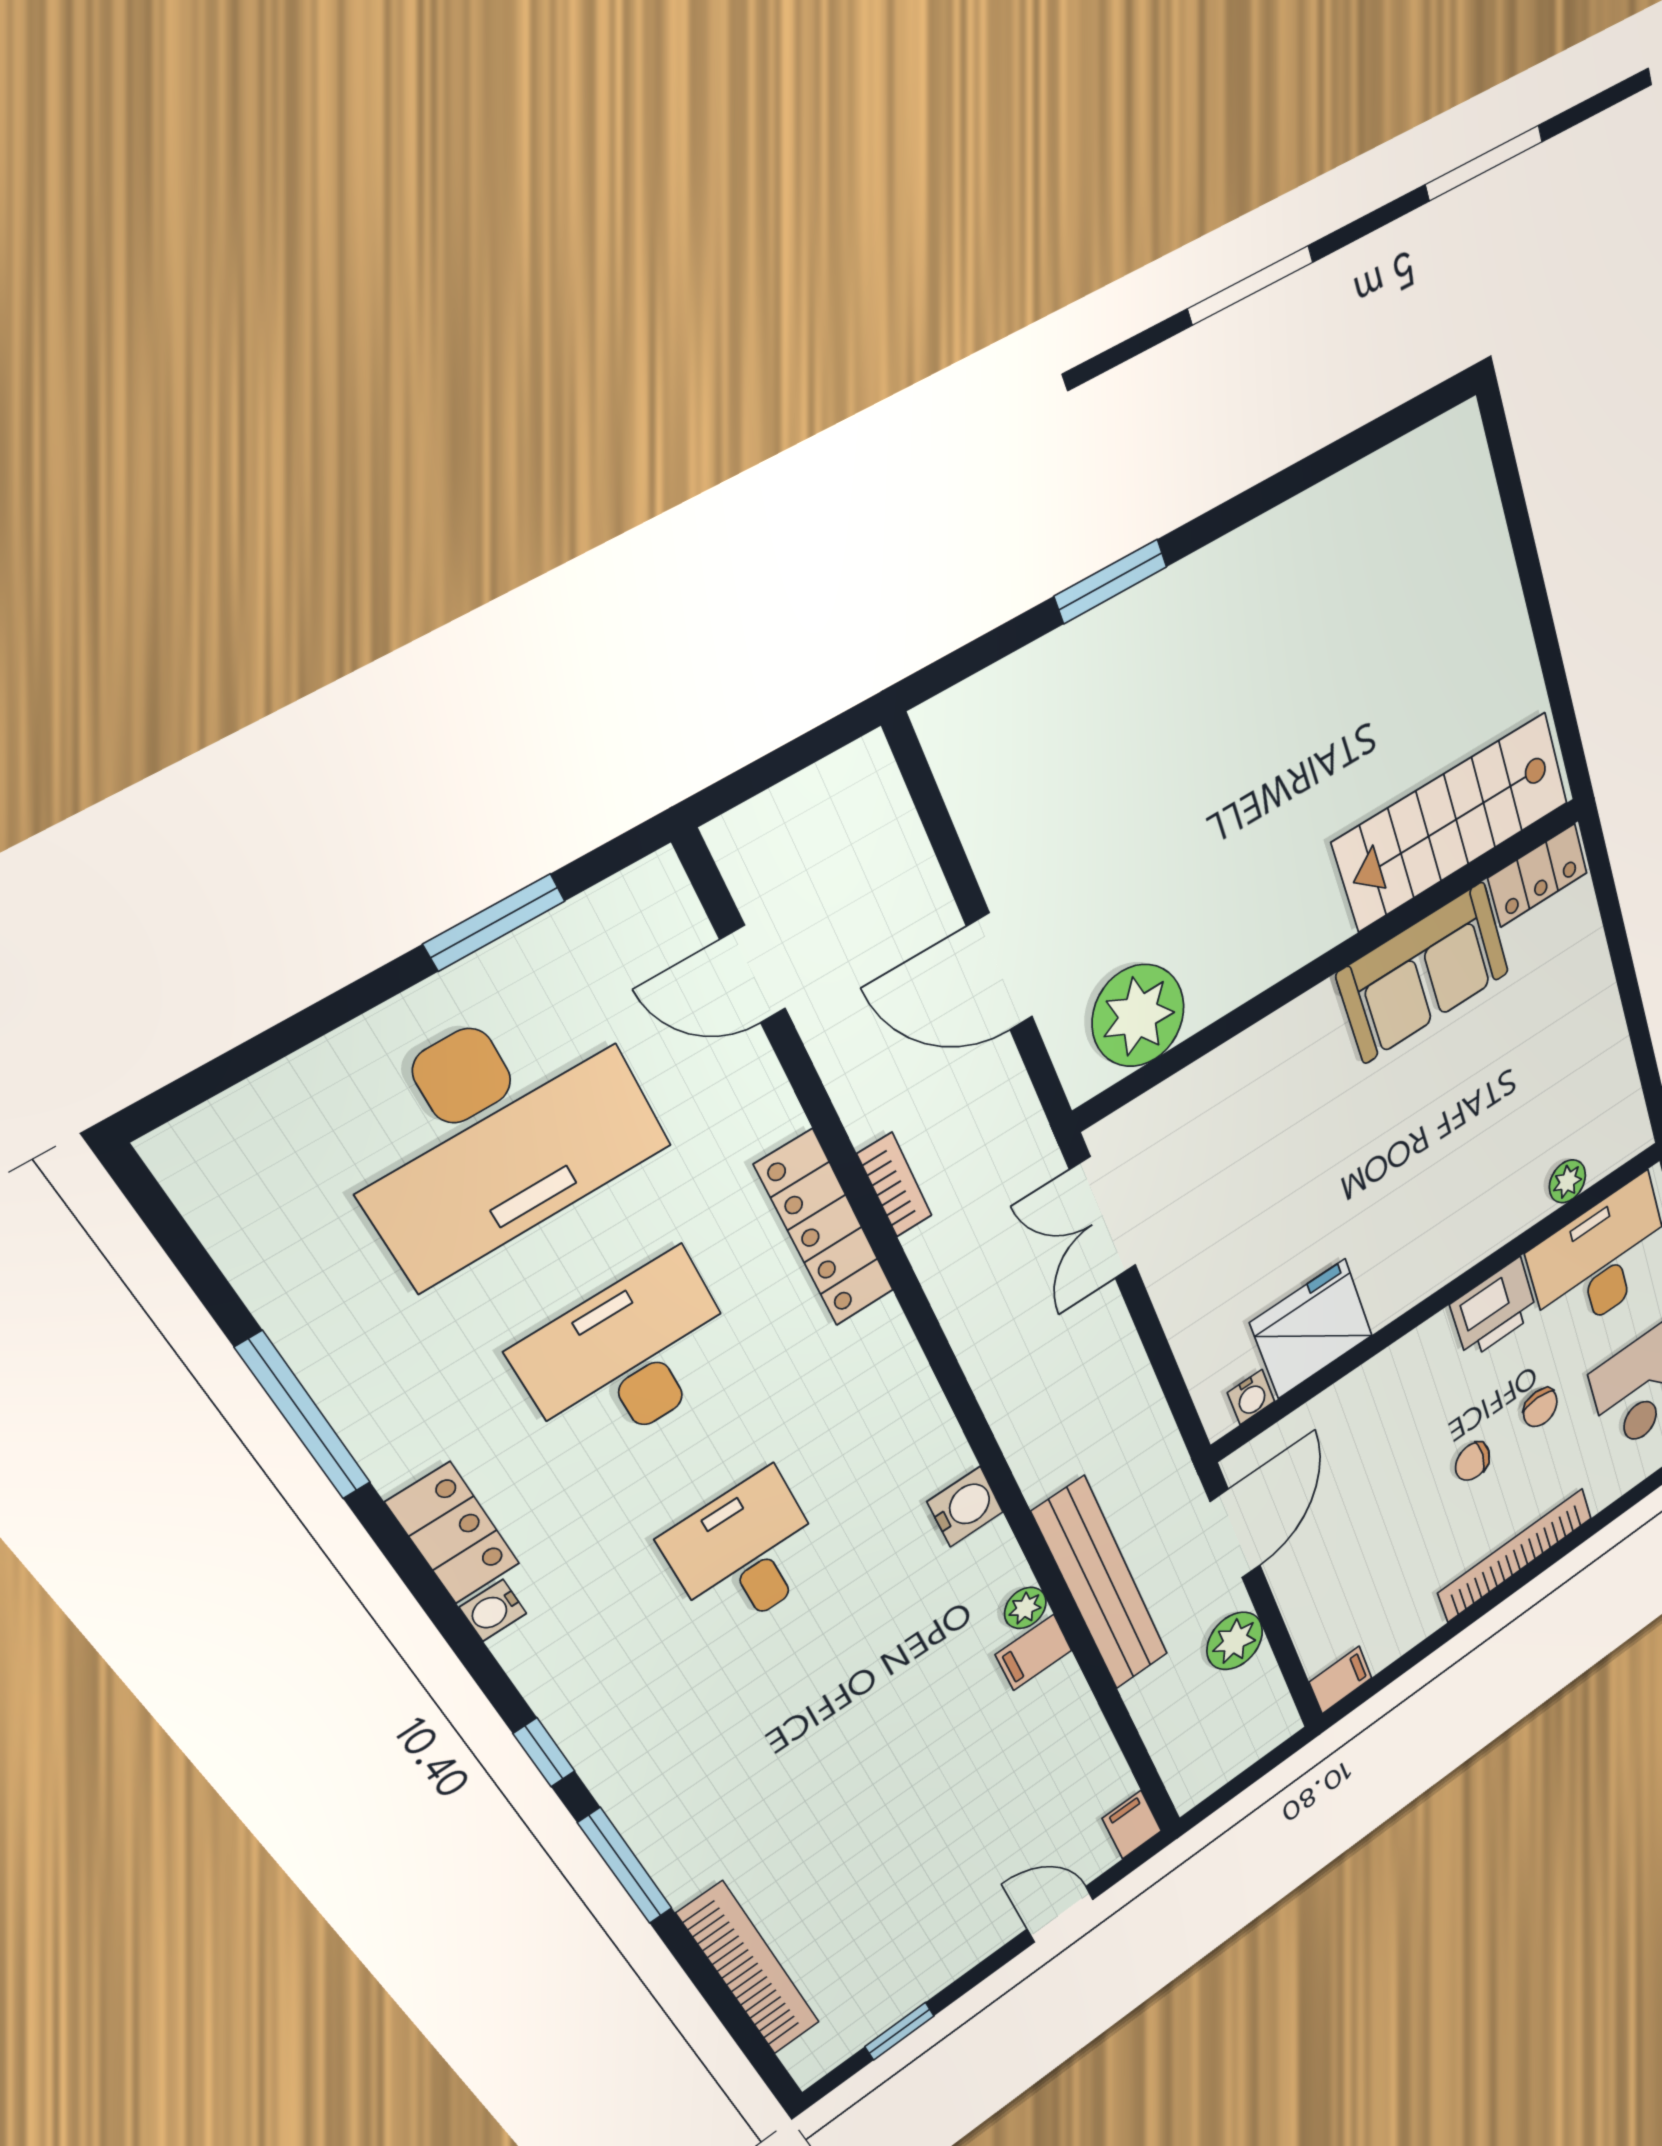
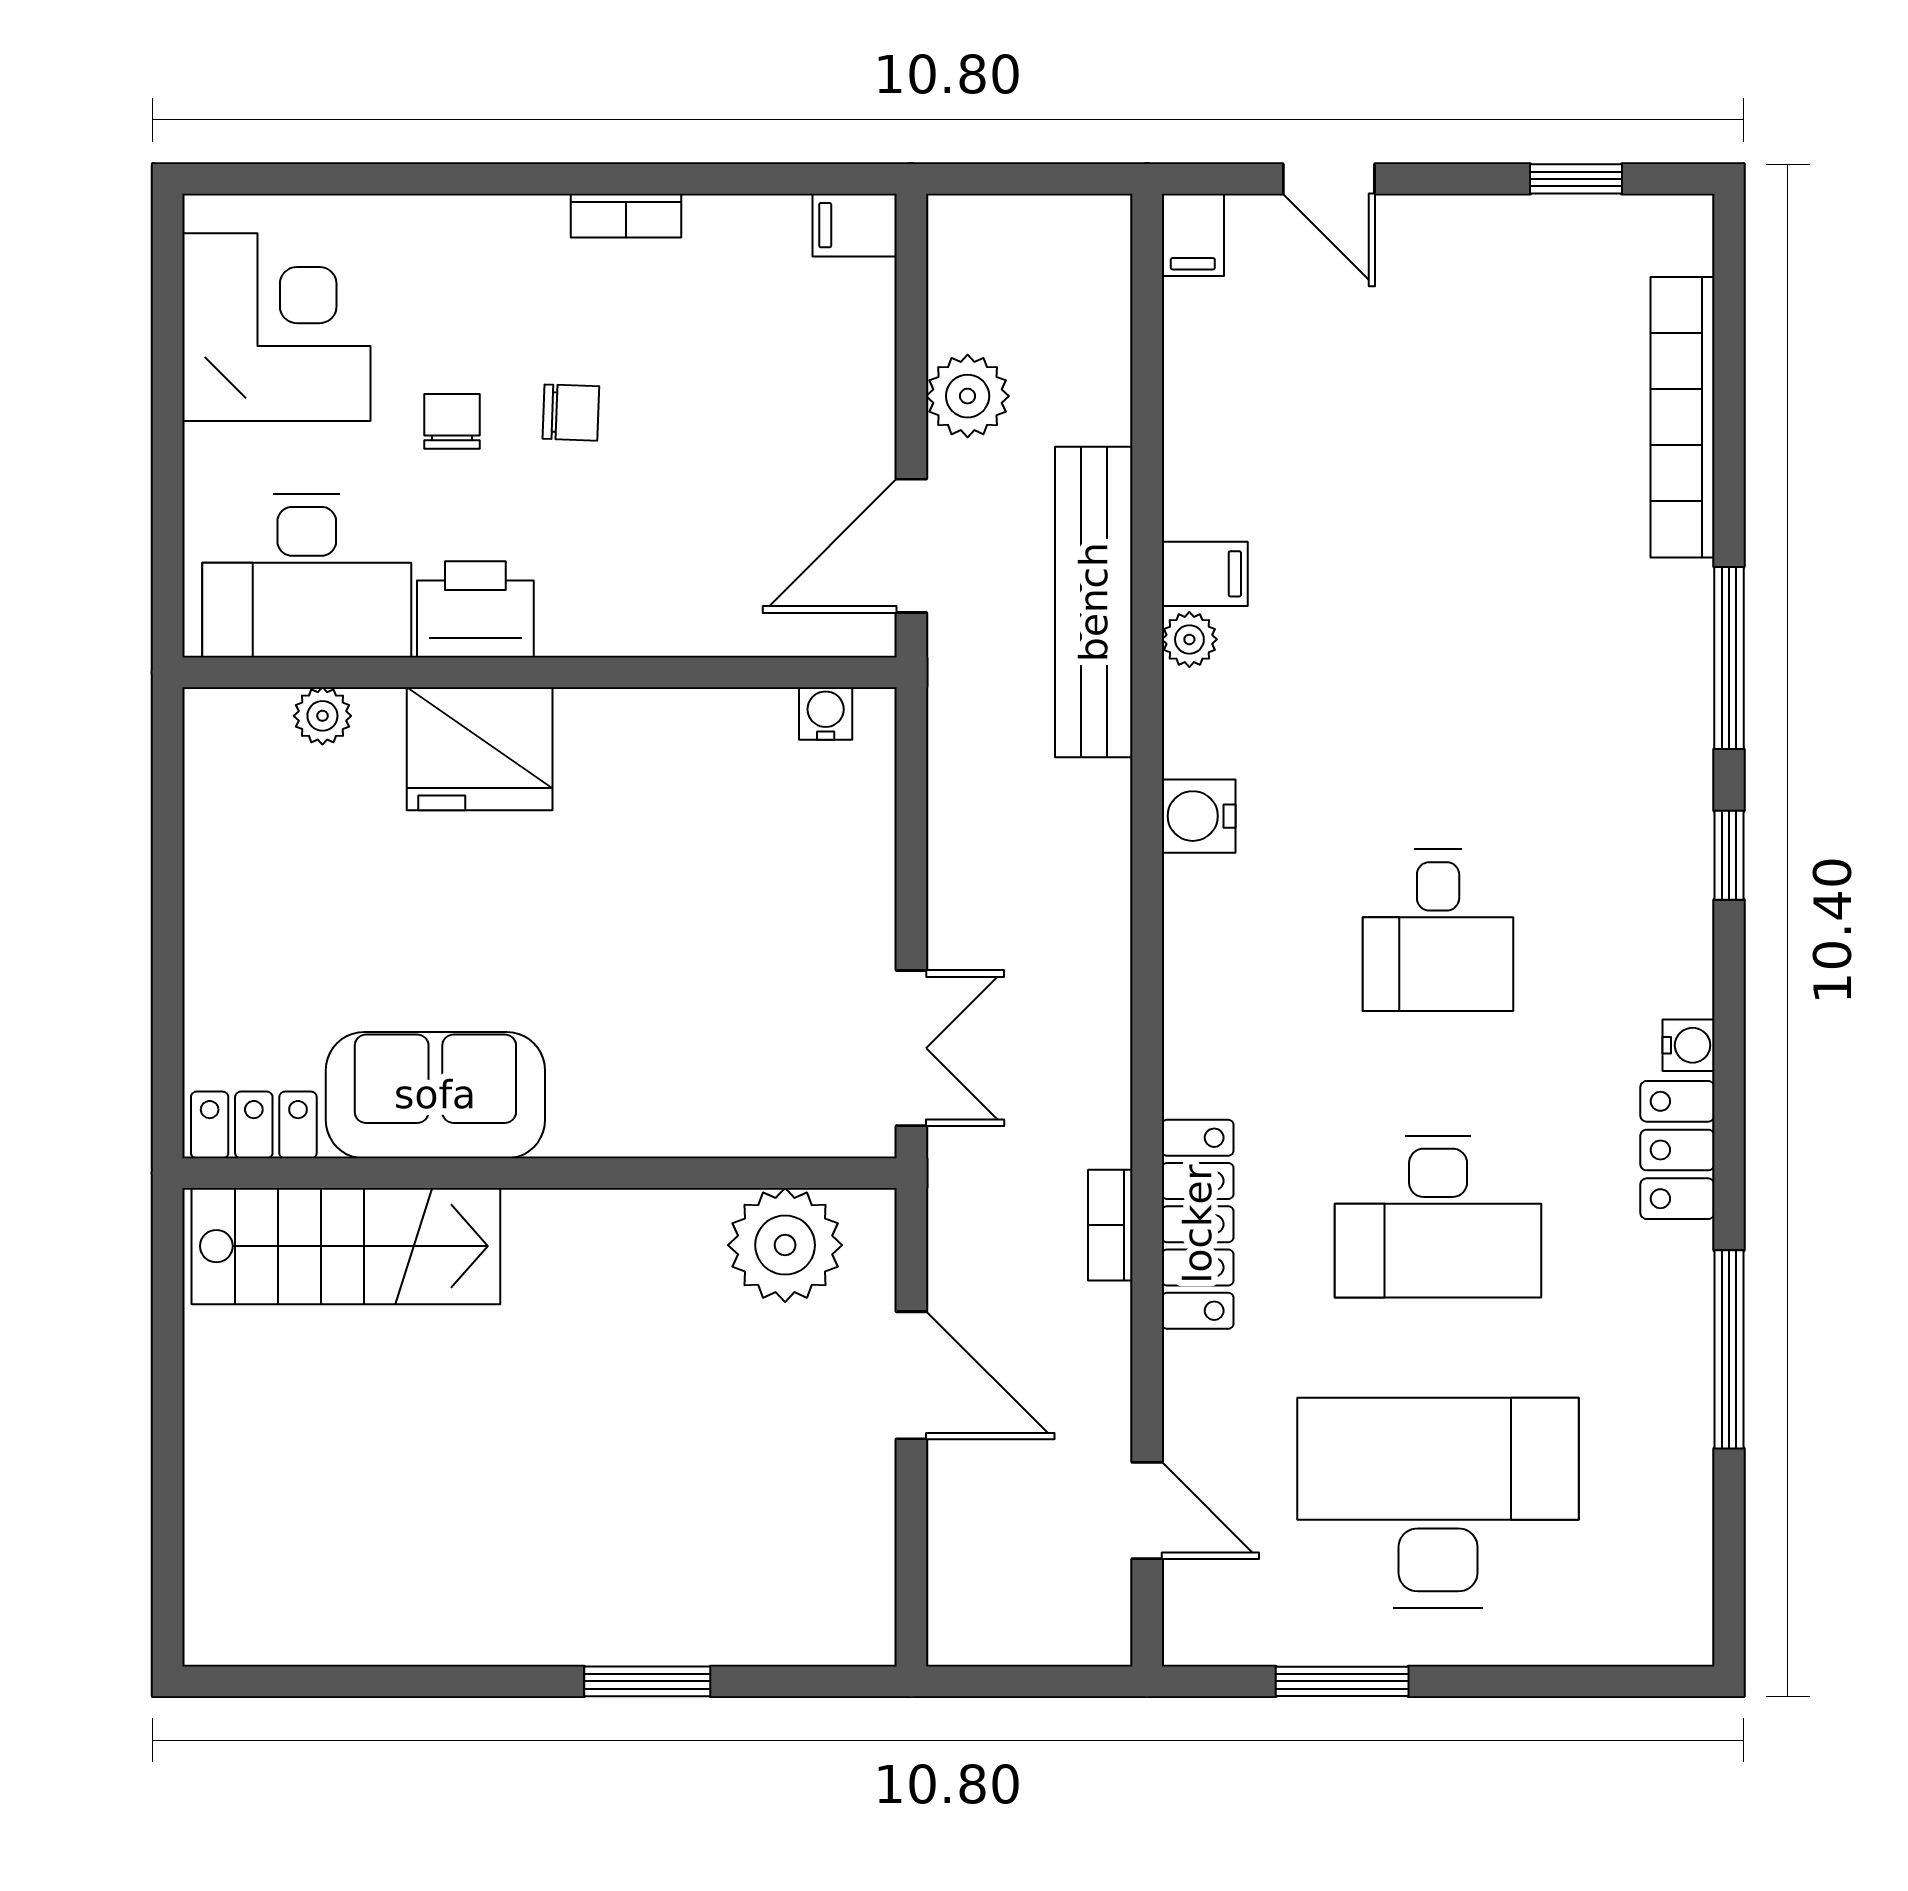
fridge: (1312, 1329) -> (480, 749), moved
bookcase: (1515, 1555) -> (626, 216), width x0.43, depth x0.76

